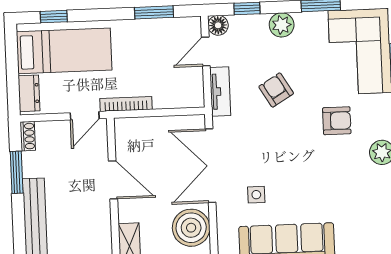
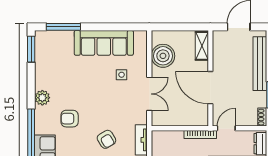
double door: (211, 166) -> (149, 94), width x0.73
door: (113, 180) -> (210, 88), width x1.36

